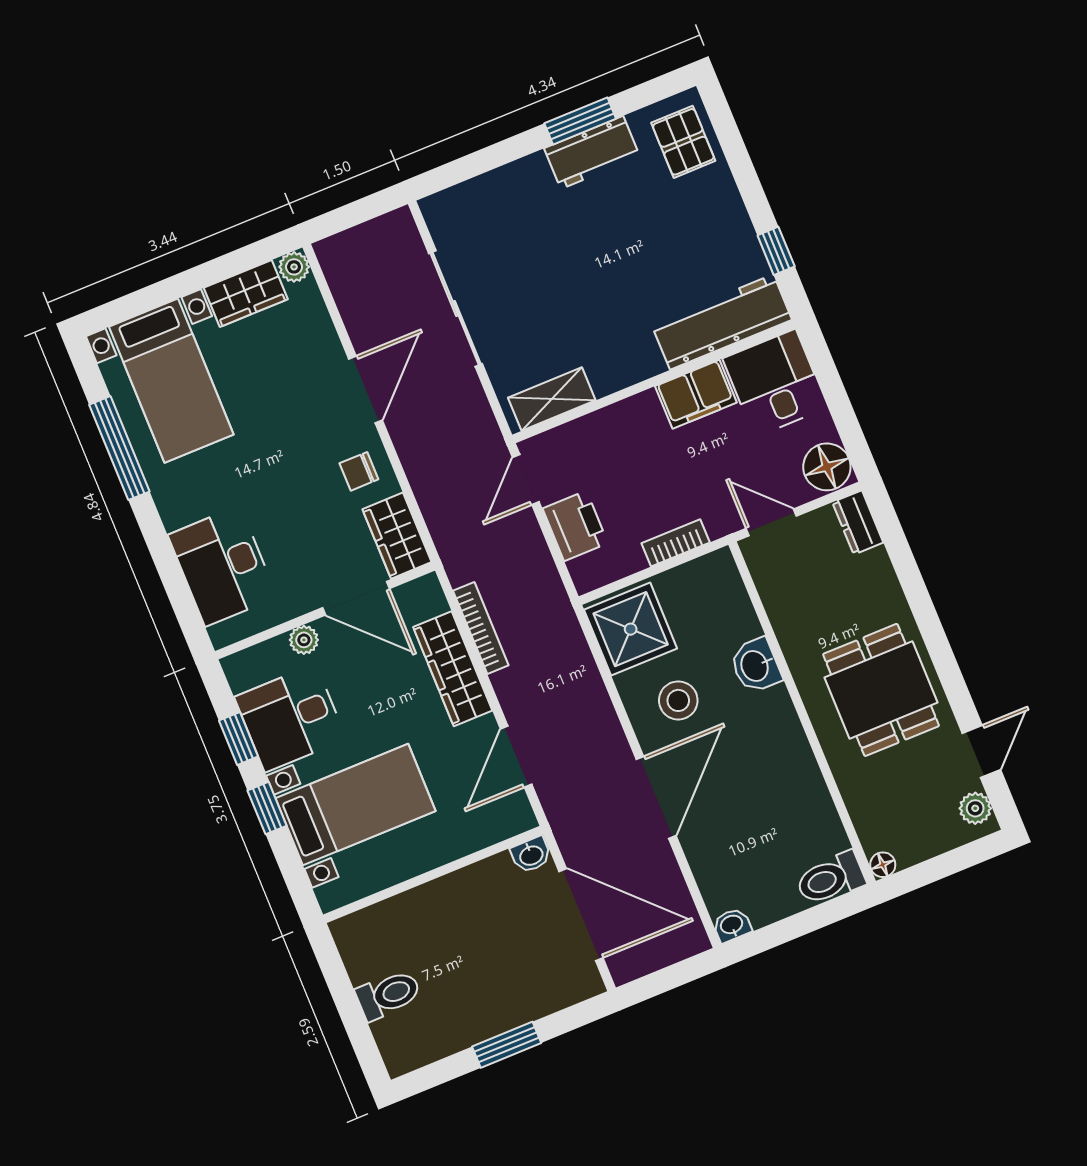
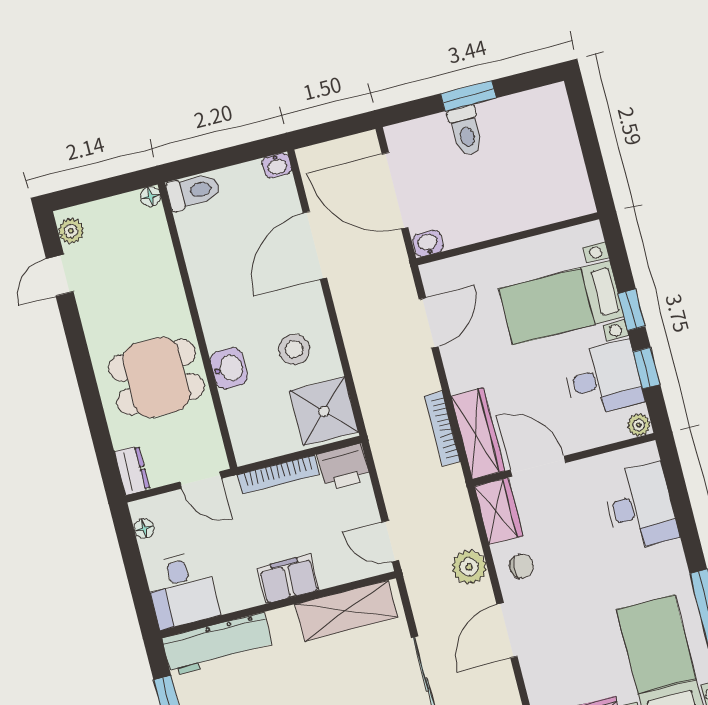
filing cabinet: (696, 394) -> (288, 579), moved
shelving: (552, 399) -> (346, 611), width x1.50, depth x1.33
plant: (424, 461) -> (469, 567), added
floor lamp: (827, 467) -> (144, 528), width x0.53, depth x0.53
door: (526, 480) -> (390, 541), swing flipped
printer: (575, 526) -> (344, 467), moved, turned -90
bookcase: (676, 543) -> (279, 474), width x1.56
plant: (304, 640) -> (639, 425), moved
wardrobe: (453, 669) -> (478, 433), moved
dining table: (881, 690) -> (156, 377), moved, turned 90
door: (656, 797) -> (315, 245), moved
toilet: (388, 995) -> (466, 131), moved, turned -90

